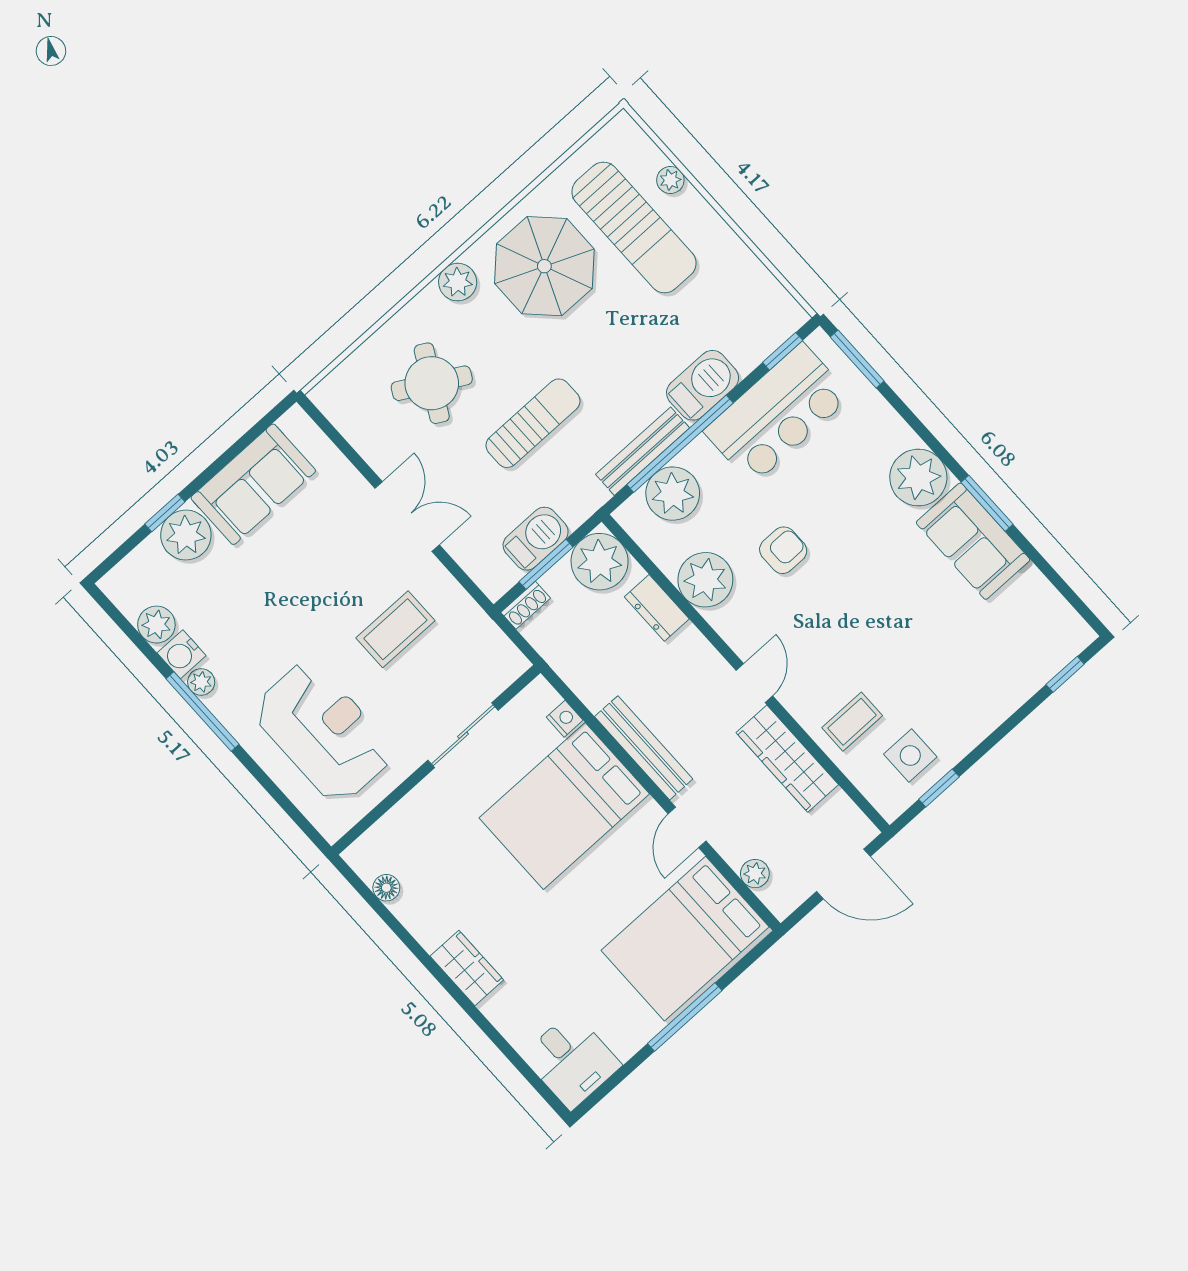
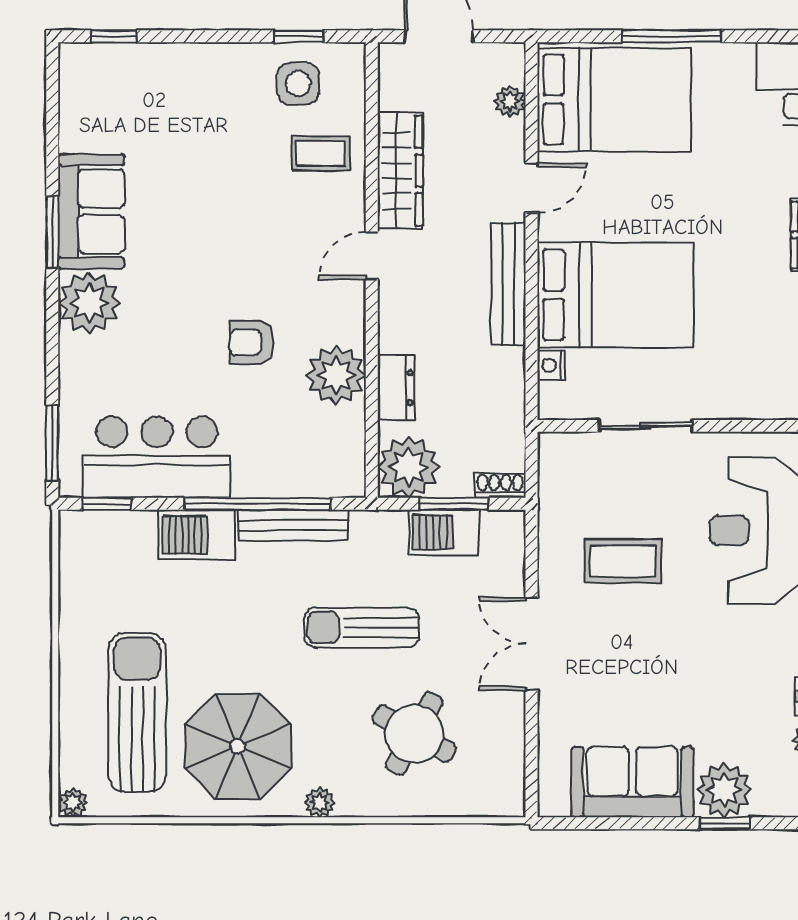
plant: (670, 180) -> (73, 803), moved
plant: (458, 282) -> (320, 802), width x0.73, depth x0.73
plant: (673, 494) -> (300, 469), removed

